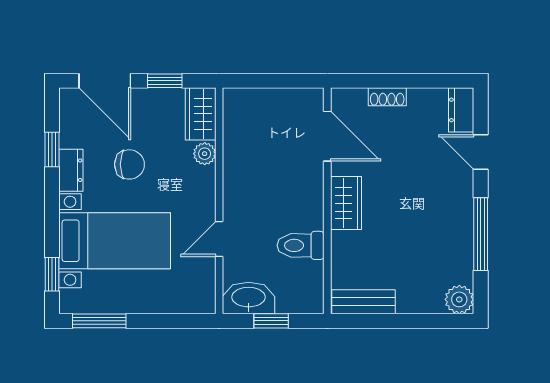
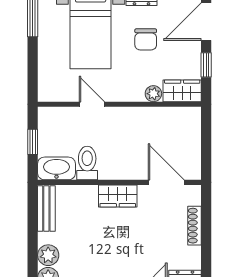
shoe rack: (387, 97) -> (195, 226), width x1.43
door: (327, 136) -> (166, 182), swing flipped
washbasin: (249, 298) -> (56, 168), moved, turned -90
plant: (428, 299) -> (48, 255), added

